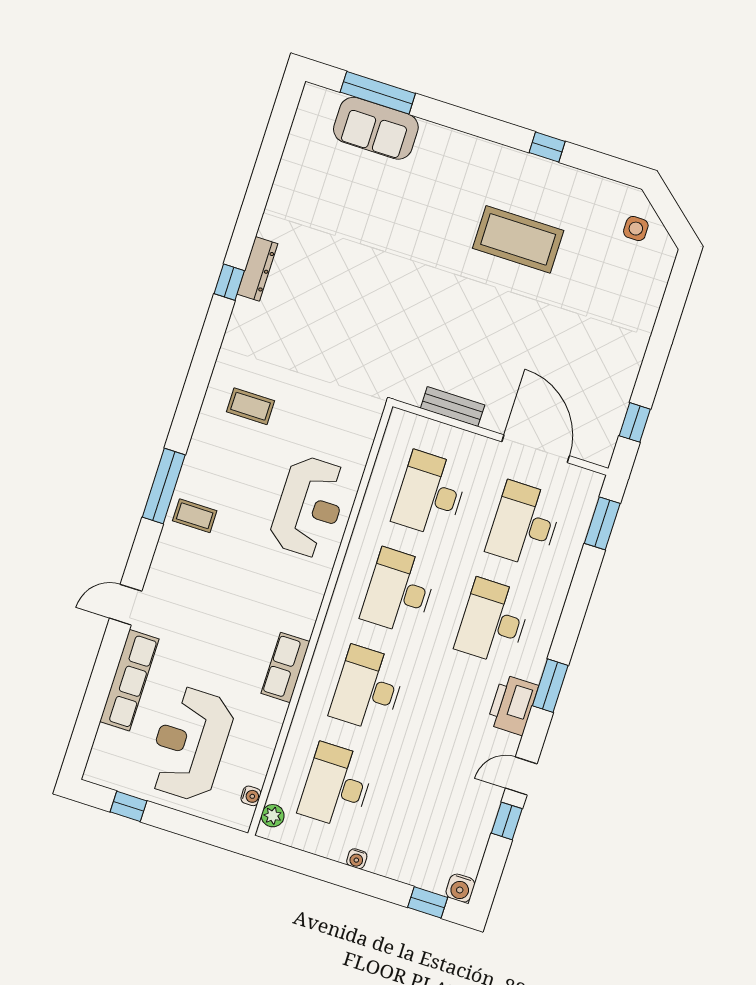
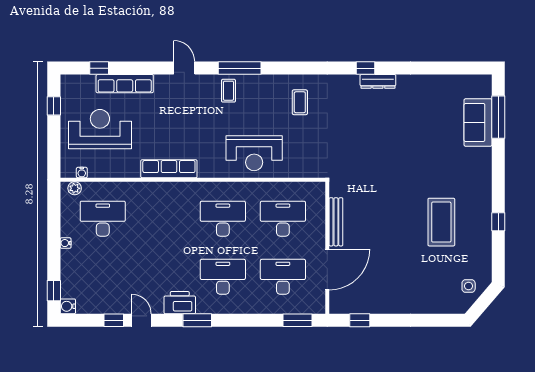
bench: (453, 407) -> (336, 222), width x1.36
door: (126, 605) -> (184, 68), moved
row of seats: (285, 667) -> (169, 169), width x1.48
desk: (368, 689) -> (163, 219), removed
window: (91, 714) -> (99, 68), added

